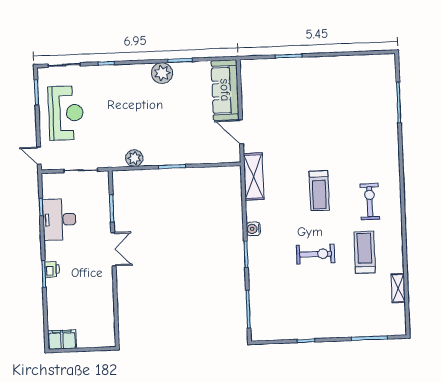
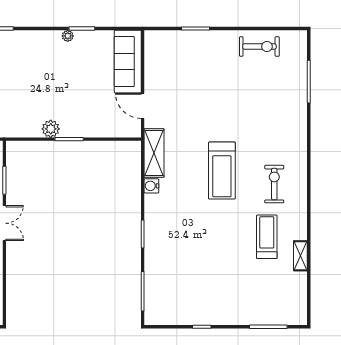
plant: (162, 73) -> (68, 36), width x0.53, depth x0.53
plant: (134, 158) -> (51, 129), moved
treadmill: (319, 191) -> (222, 171), width x1.37, depth x1.38
water cooler: (253, 229) -> (151, 186), moved
exercise bike: (316, 254) -> (259, 46), moved
shelving: (398, 288) -> (300, 256), moved

